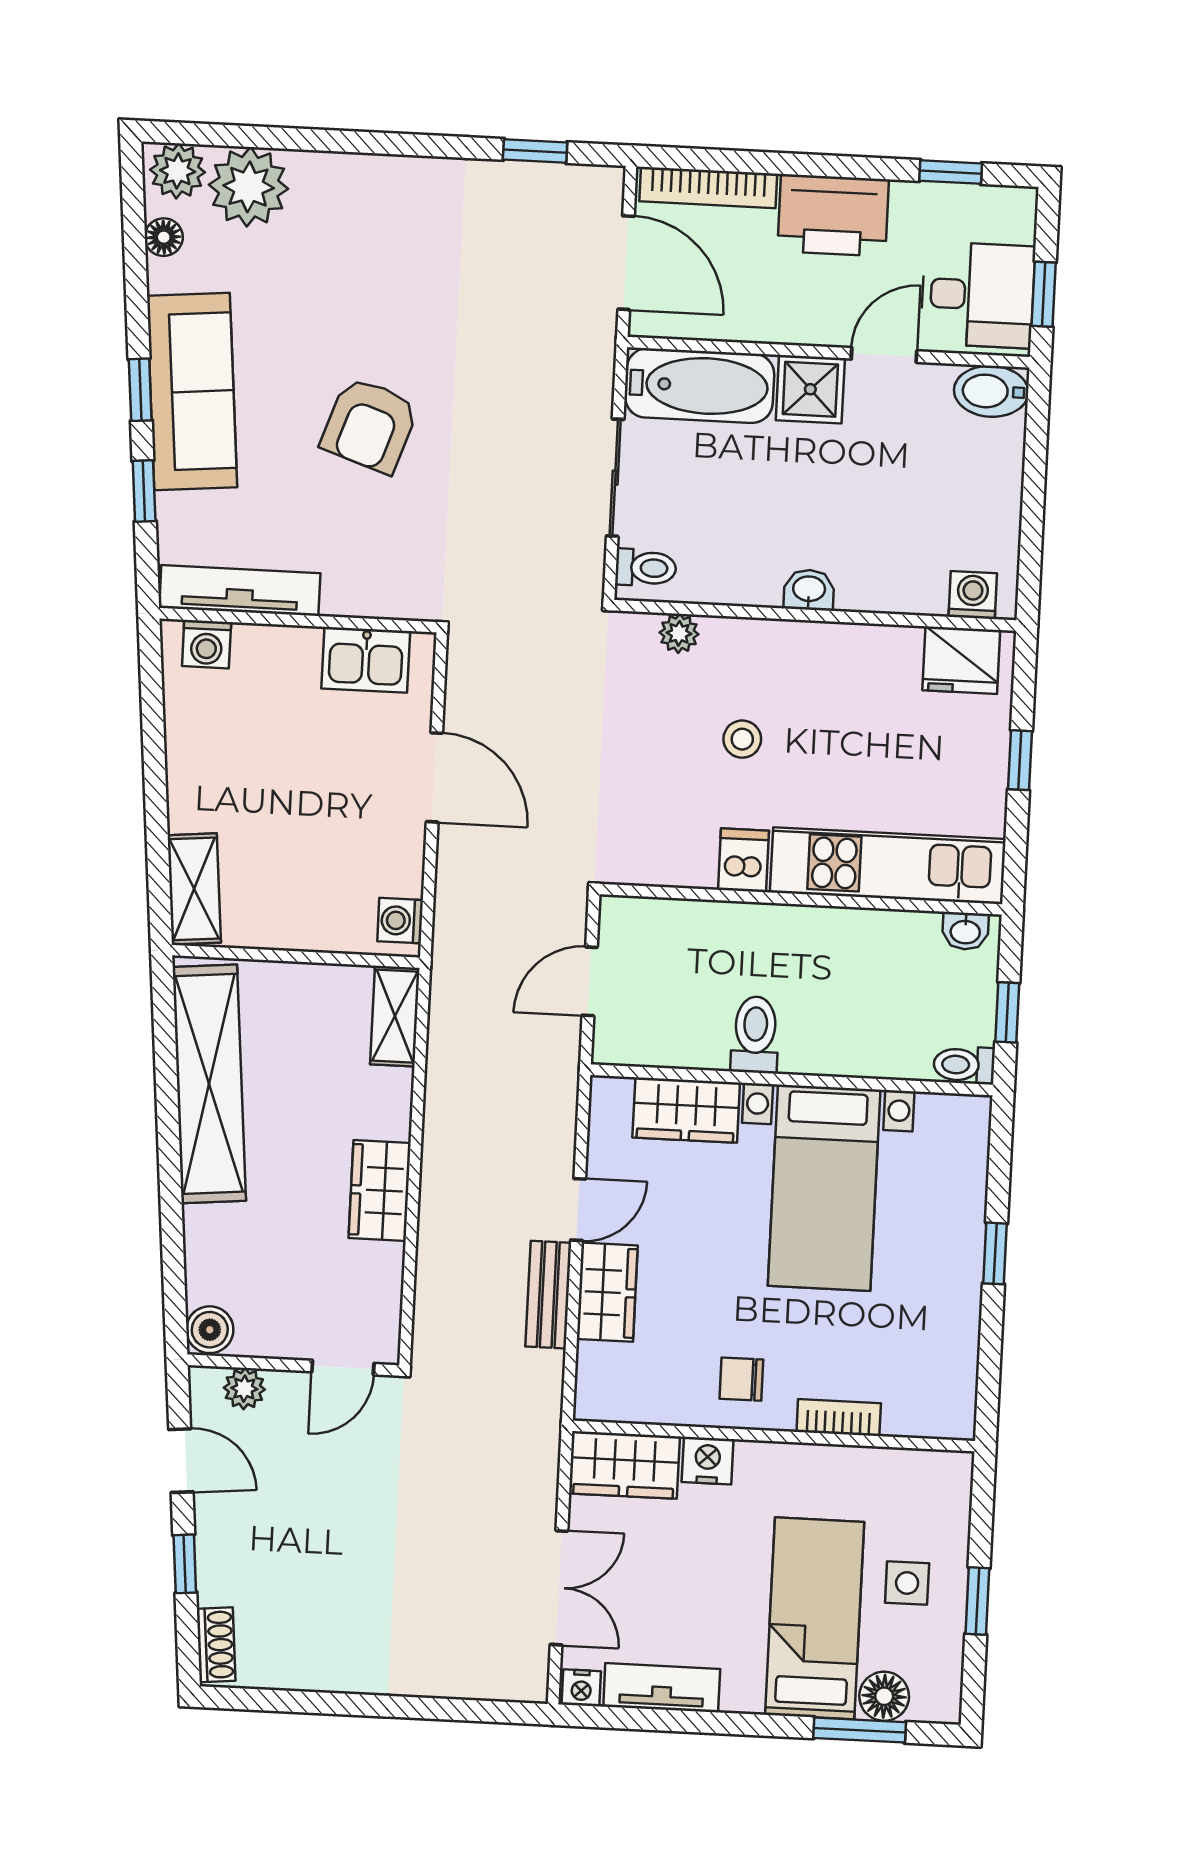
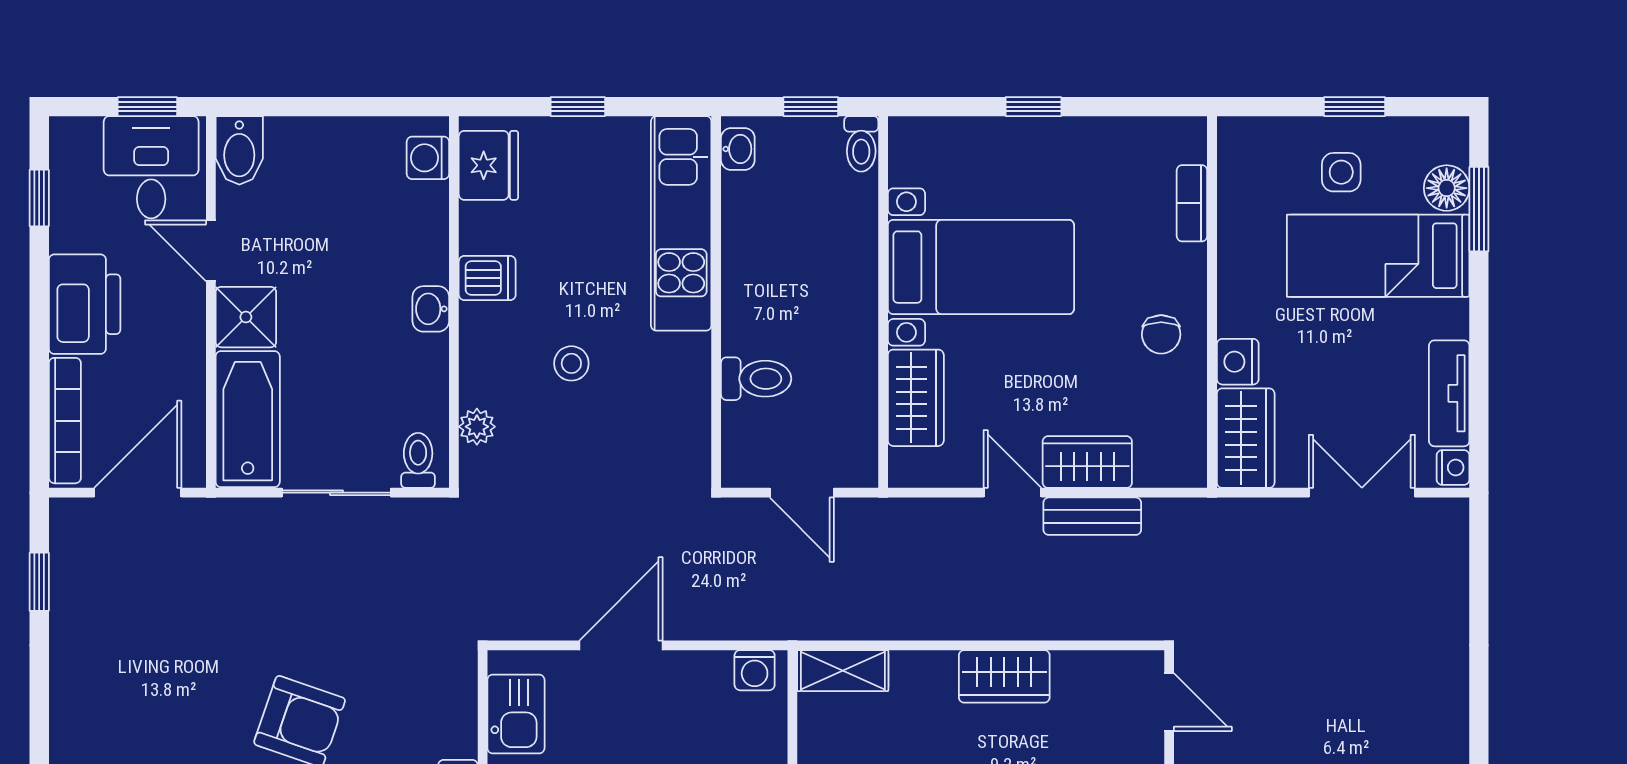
dishwasher: (744, 860) -> (487, 278), moved, turned 180
toilet: (755, 1035) -> (756, 379), moved, turned 180
bookcase: (839, 1418) -> (1192, 203), moved

